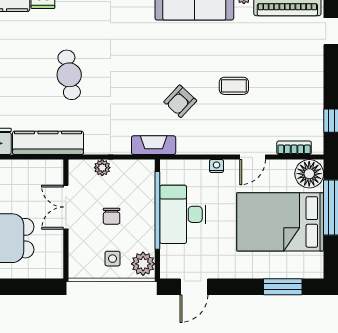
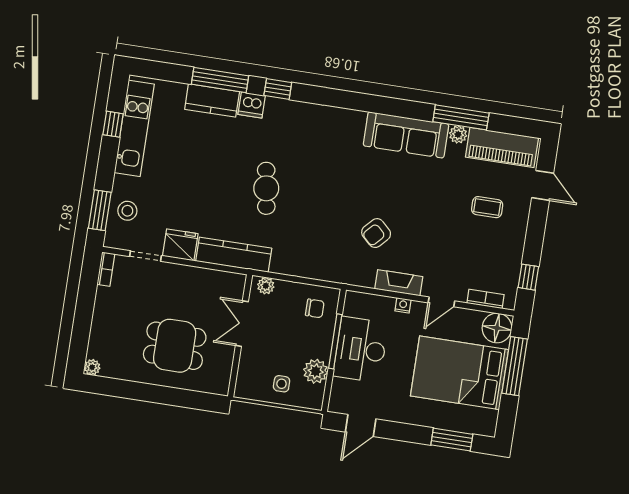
coffee table: (234, 86) -> (487, 207), moved
fireplace: (154, 145) -> (399, 283), moved
plant: (102, 168) -> (266, 286), moved
window: (157, 210) -> (335, 341), width x0.68
chair: (112, 216) -> (315, 308), moved, turned -90
plant: (143, 264) -> (316, 371), moved

